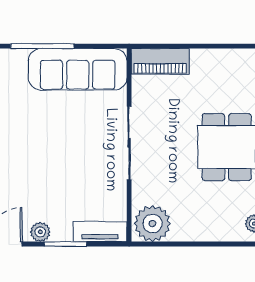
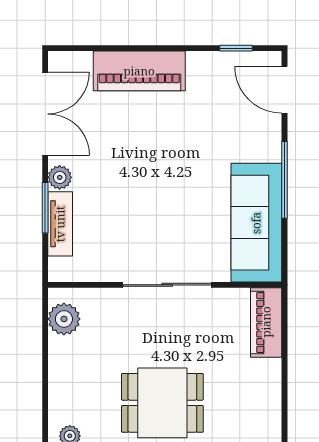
plant: (152, 224) -> (64, 319), width x0.73, depth x0.73
tv unit: (100, 232) -> (60, 224), moved

